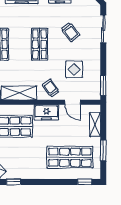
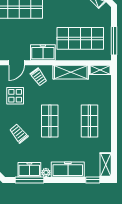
door: (73, 102) -> (17, 63), swing flipped

